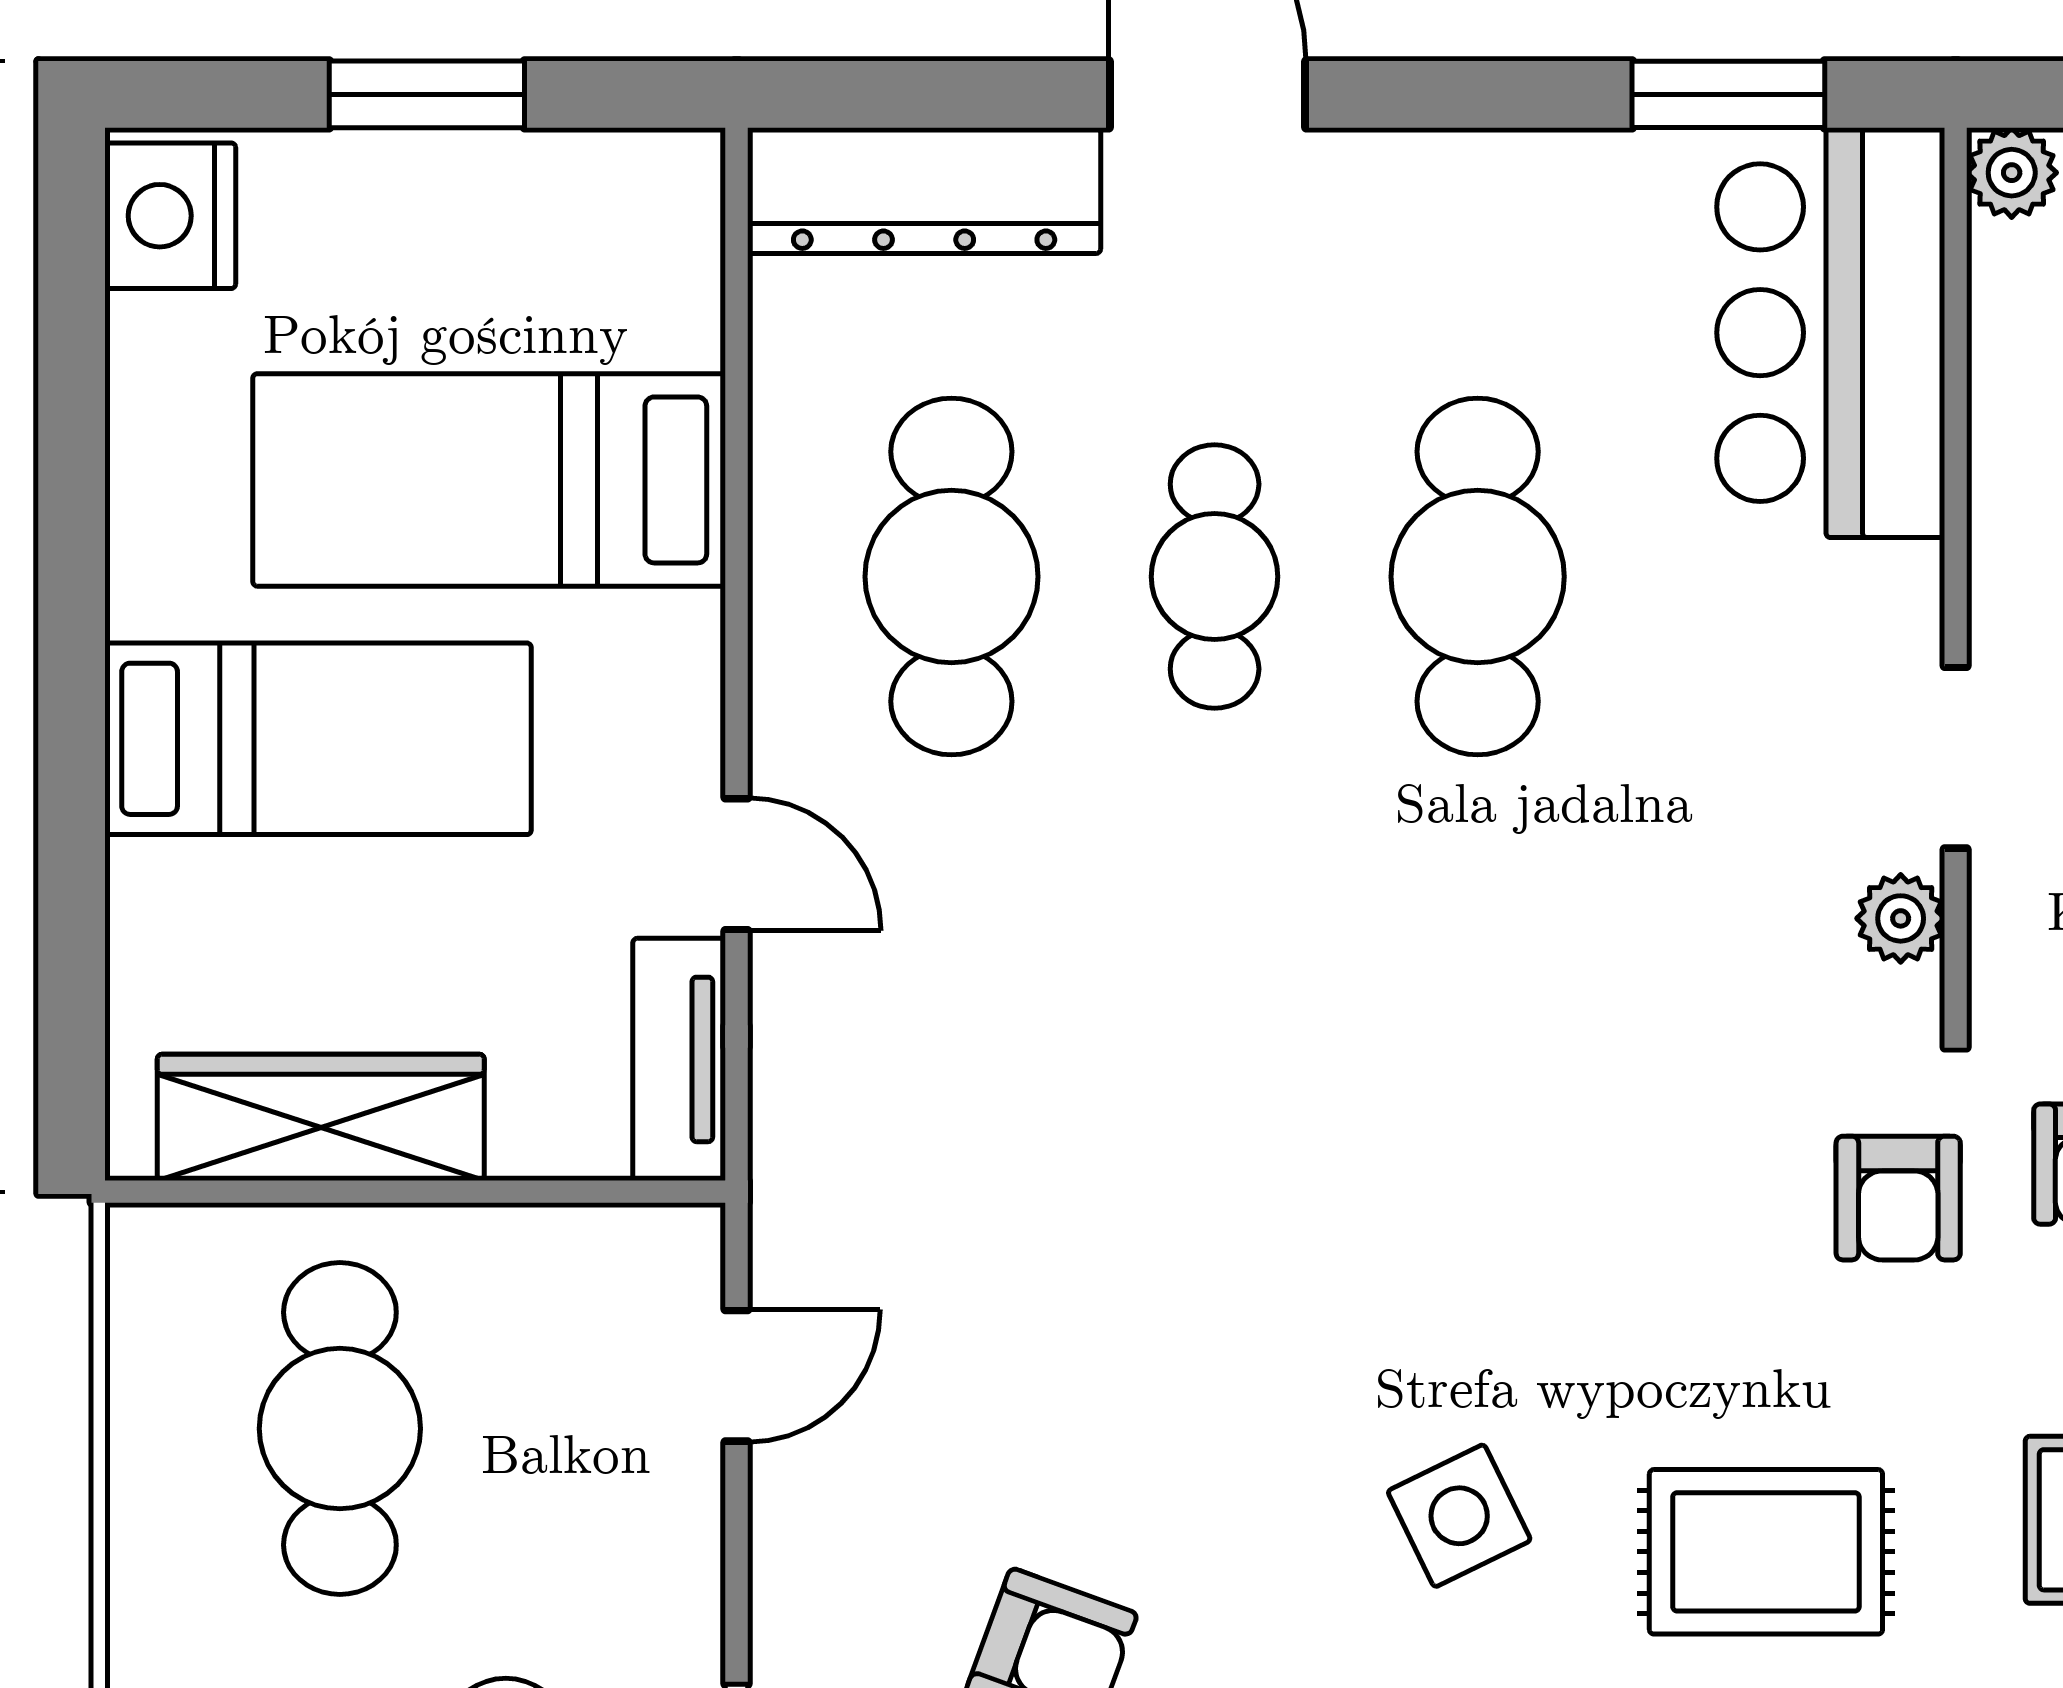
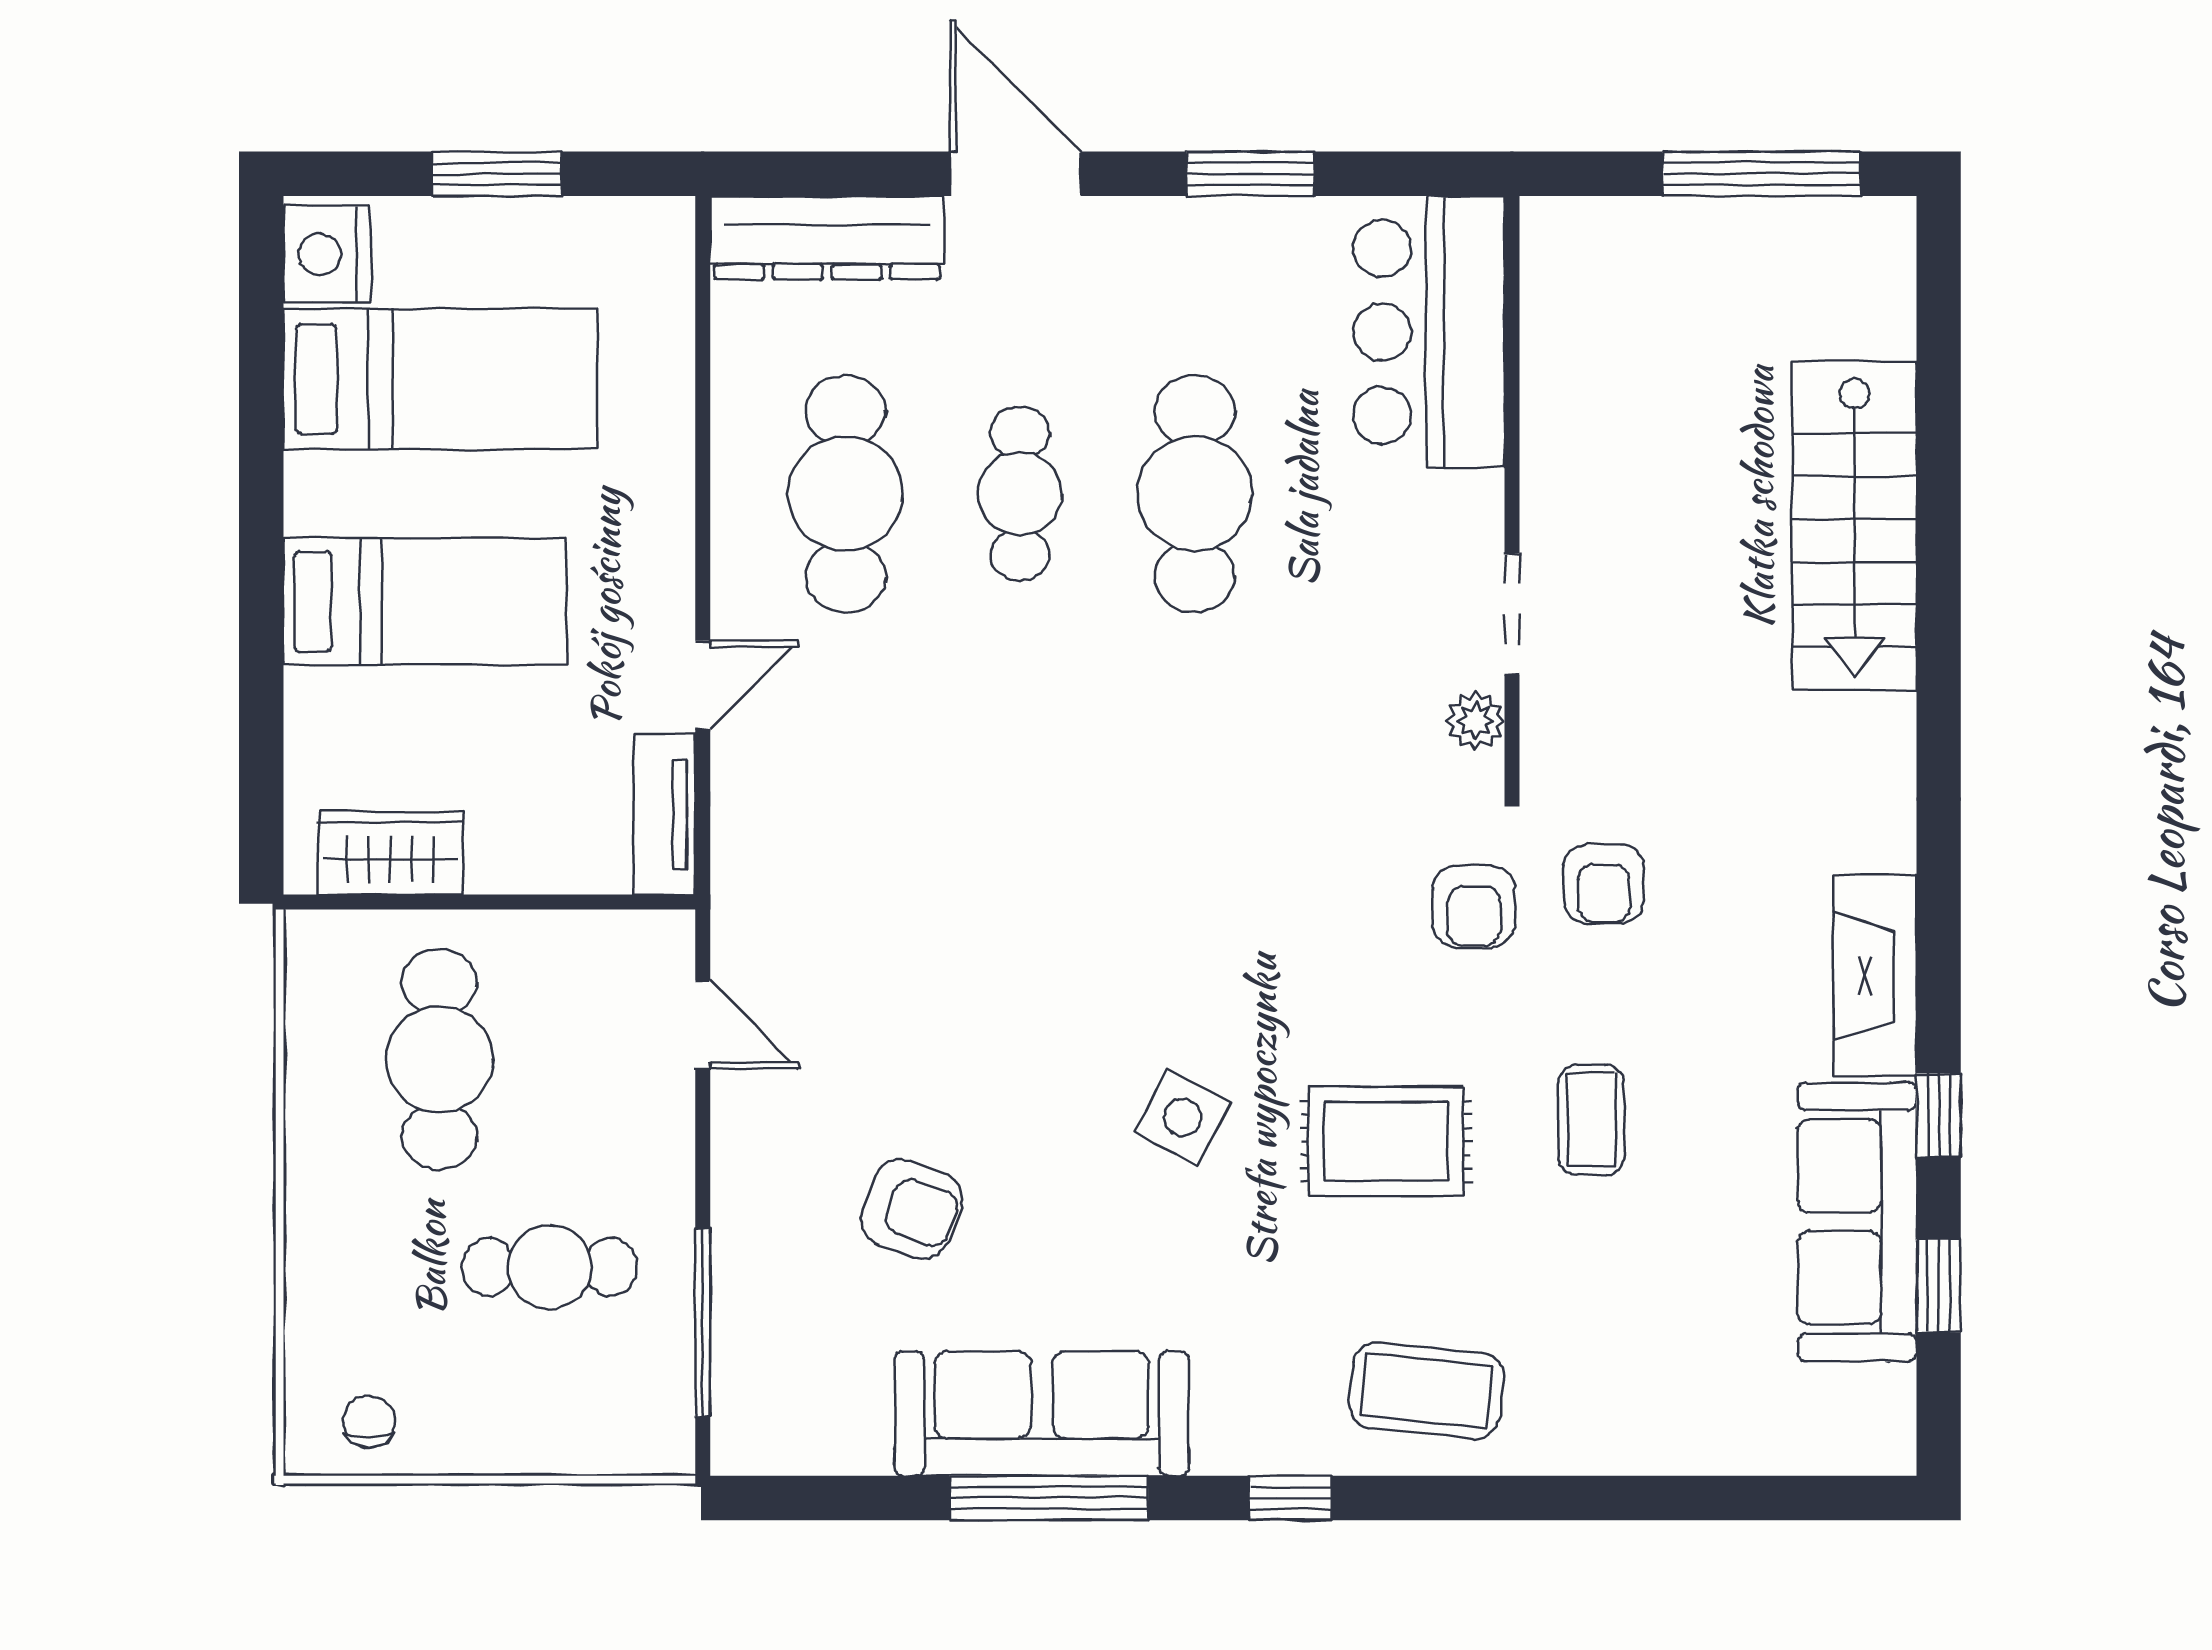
window: (1728, 94) -> (1250, 174), moved
plant: (2012, 173) -> (1549, 226), removed
bed: (489, 480) -> (440, 379), moved, turned 180
door: (737, 864) -> (703, 685), hinge flipped
wardrobe: (321, 1117) -> (391, 853), width x0.67
door: (737, 1376) -> (703, 1024), hinge flipped
side table: (1459, 1516) -> (1182, 1117), turned -36

